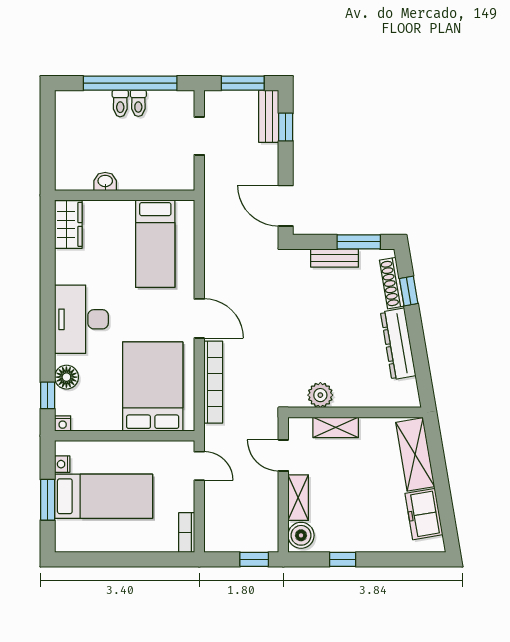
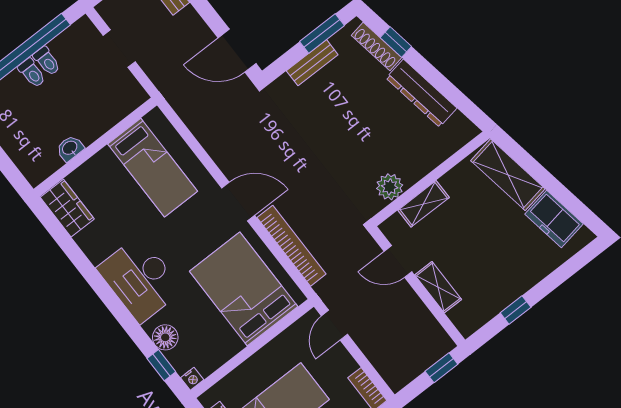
door: (199, 466) -> (334, 325), swing flipped
boiler: (301, 535) -> (465, 317), removed

